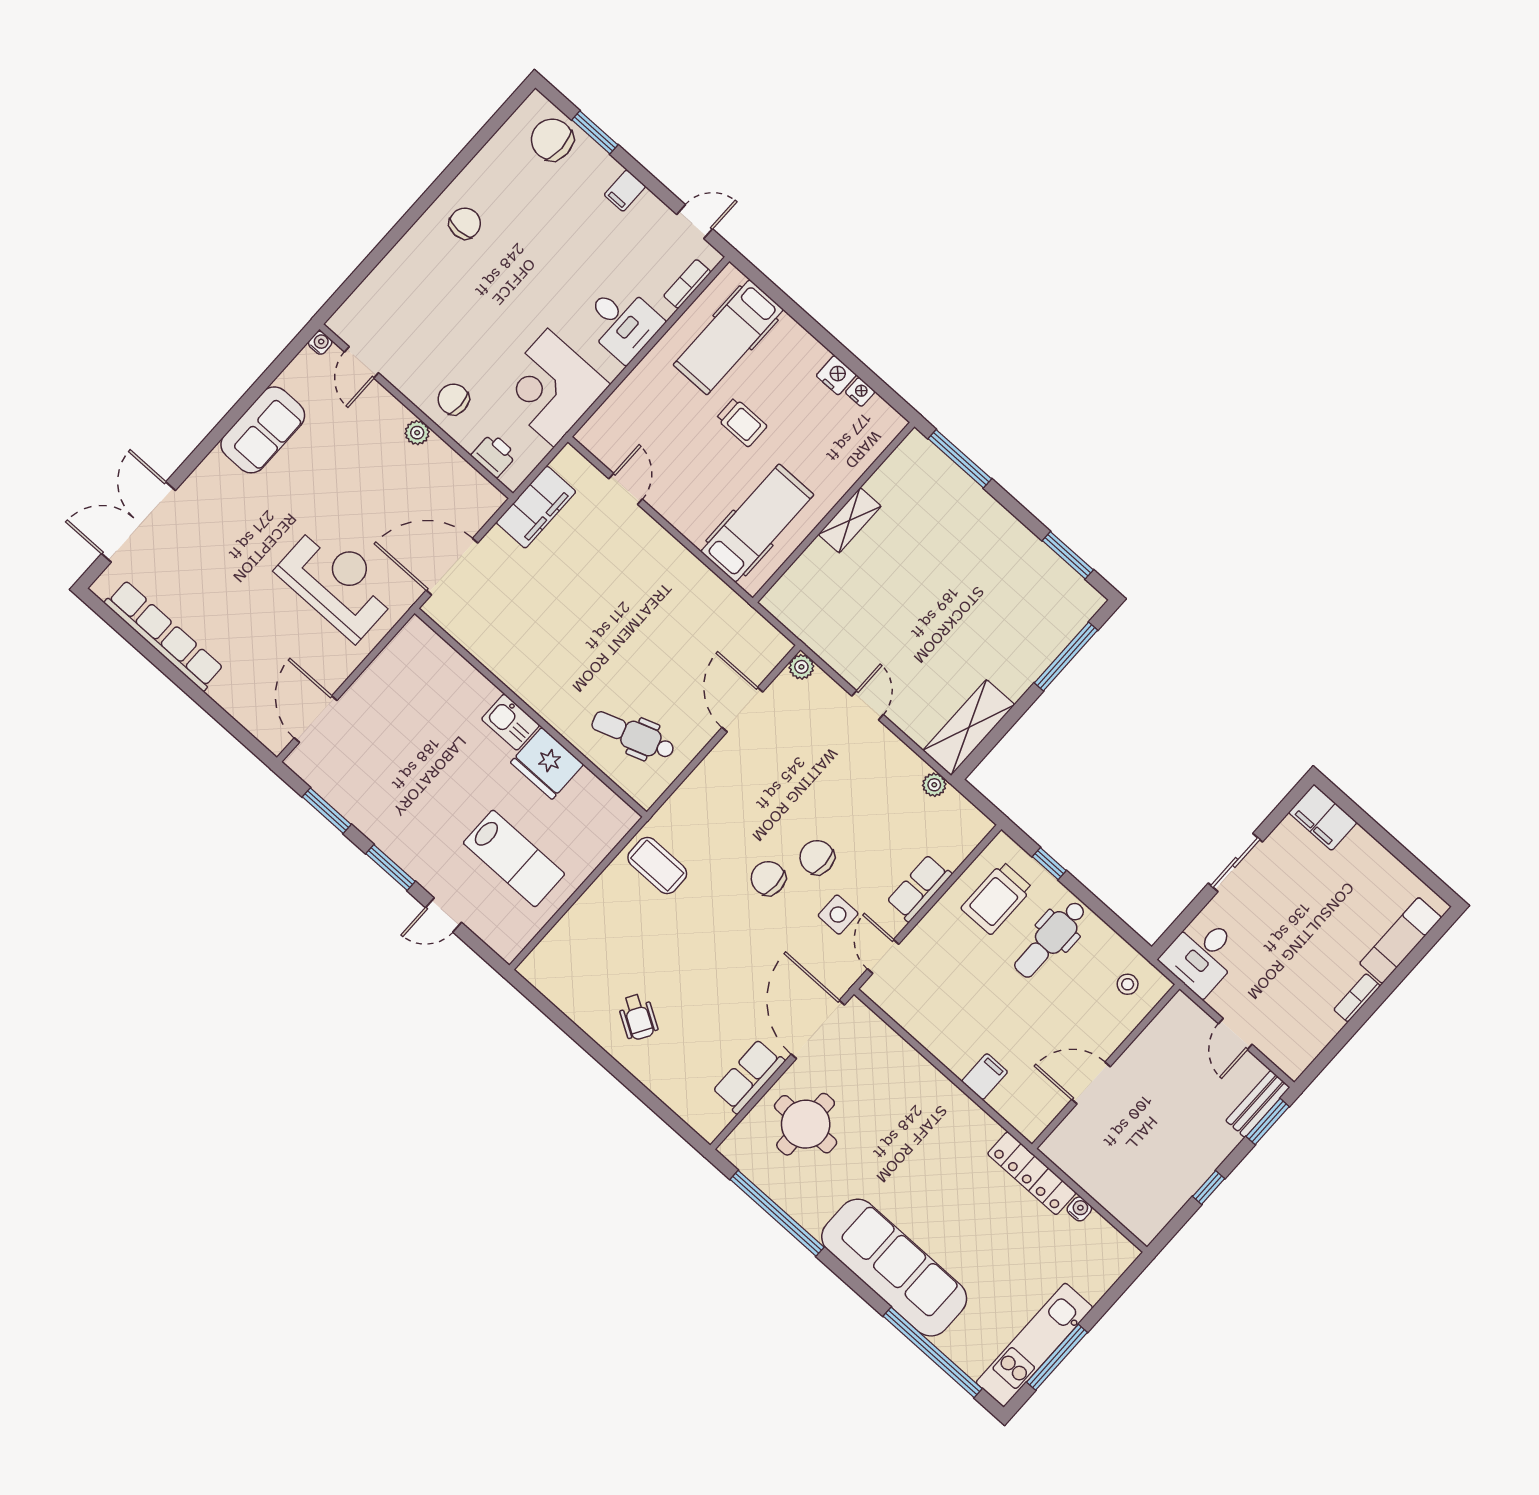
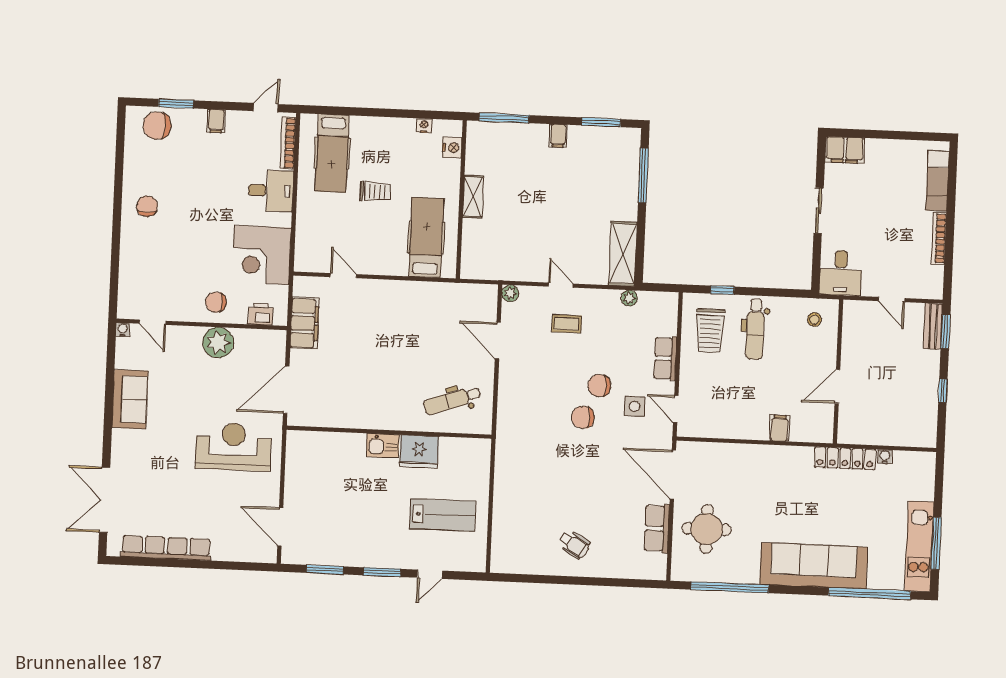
bookcase: (687, 284) -> (288, 143), width x1.56
nightstand: (836, 375) -> (452, 148), moved, turned 90
plant: (417, 433) -> (218, 342), width x1.87, depth x1.87
filing cabinet: (1005, 530) -> (558, 136), added
coffee table: (657, 866) -> (567, 324), moved, width x0.73, depth x0.77
bookcase: (1357, 998) -> (939, 238), width x1.56

